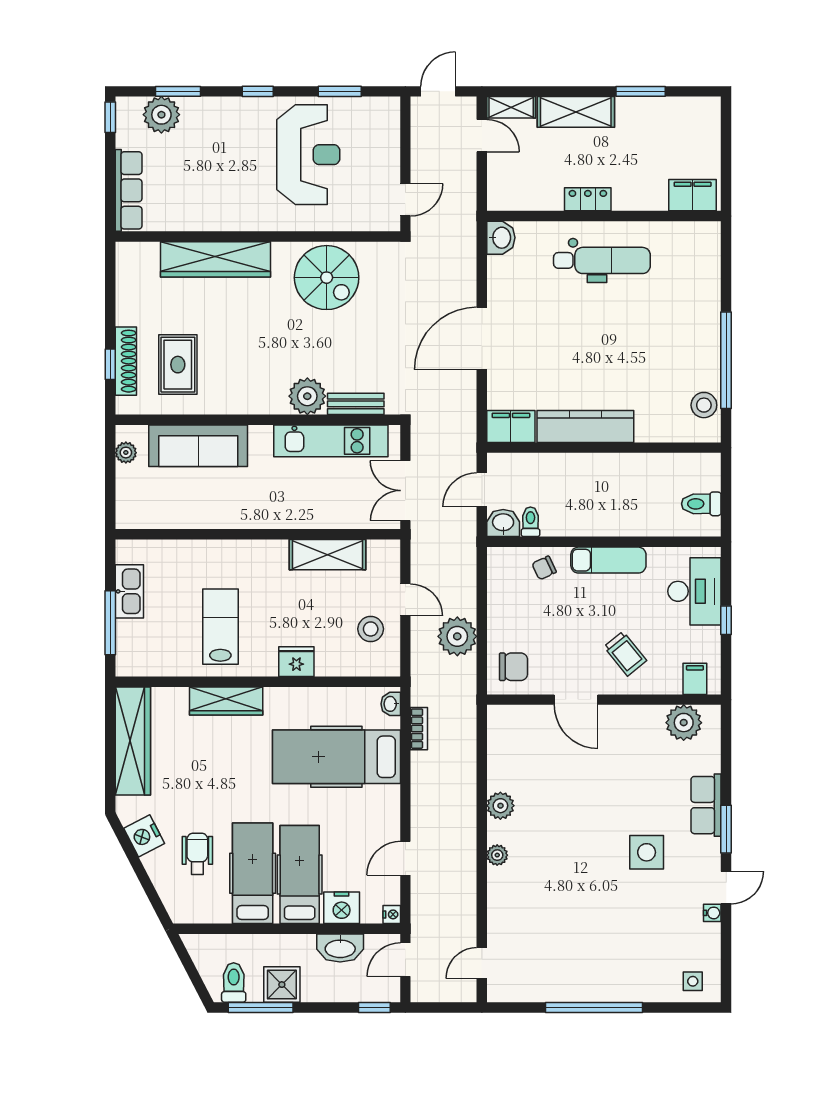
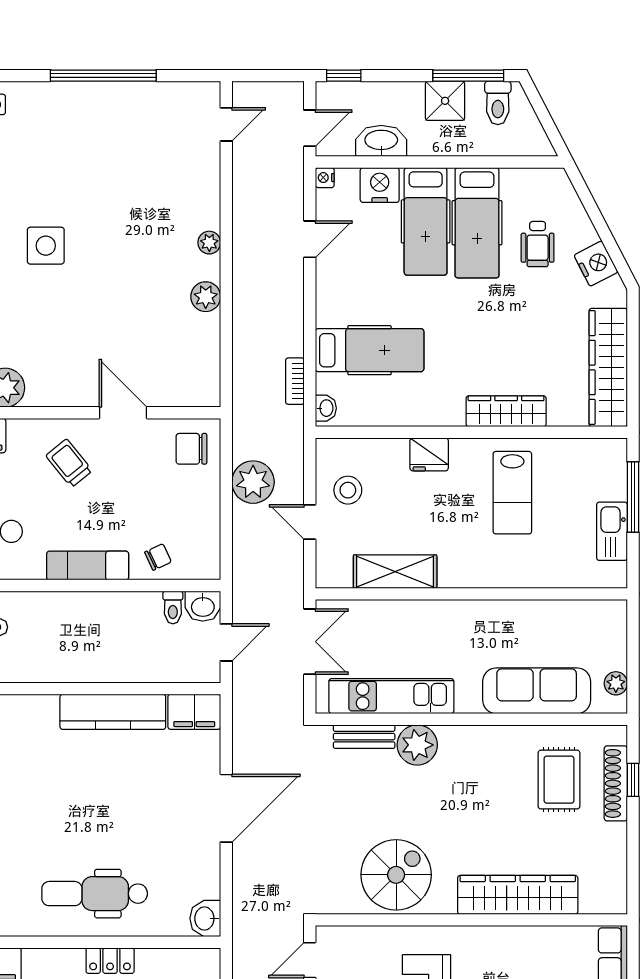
spiral stairs: (327, 278) -> (396, 875), turned 90
hospital bed: (336, 757) -> (370, 350), width x0.73, depth x0.78

